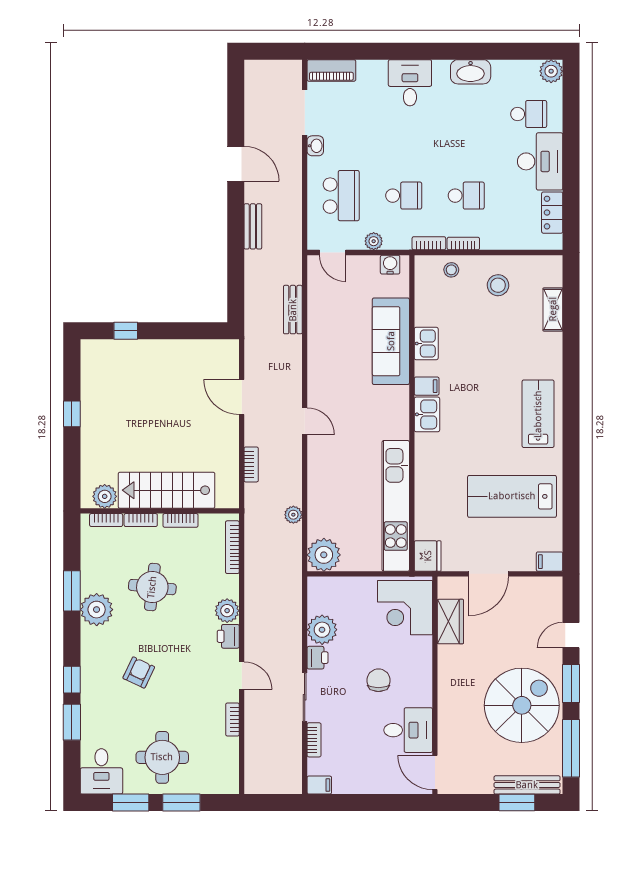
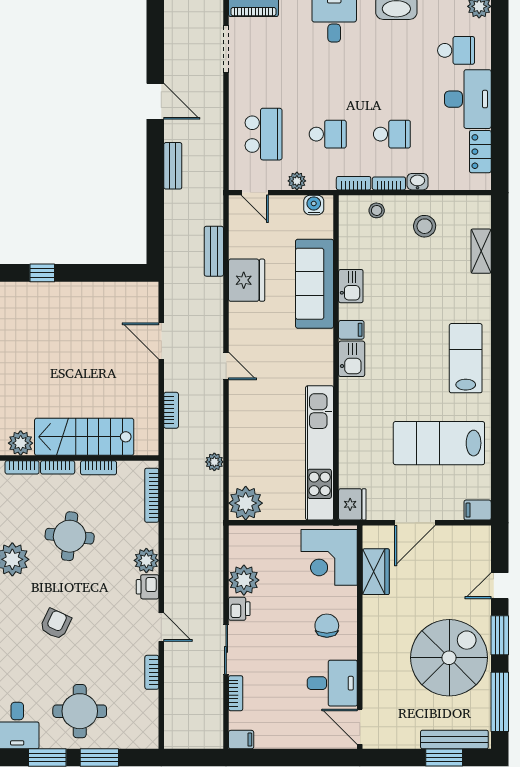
washbasin: (315, 146) -> (418, 182), moved, turned -90
fridge: (325, 338) -> (247, 280), added
chair: (378, 680) -> (327, 626), moved

